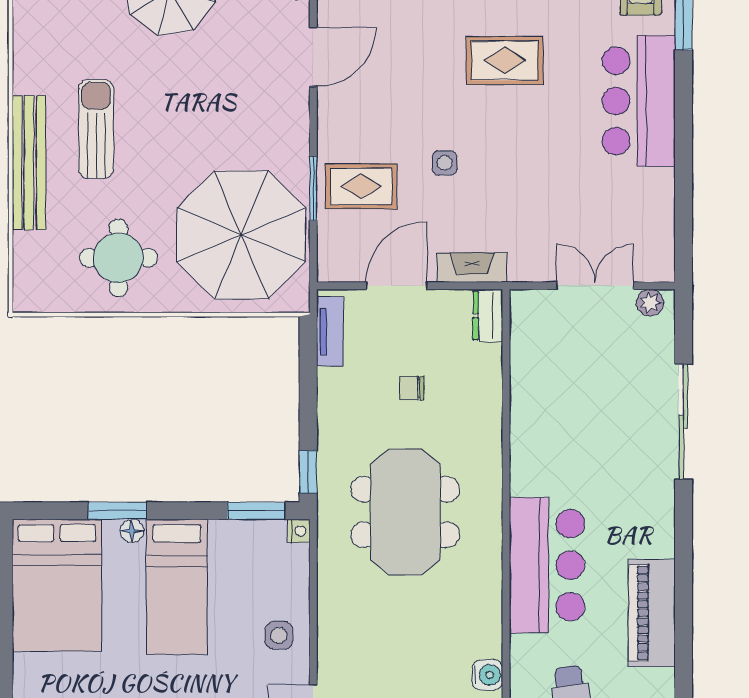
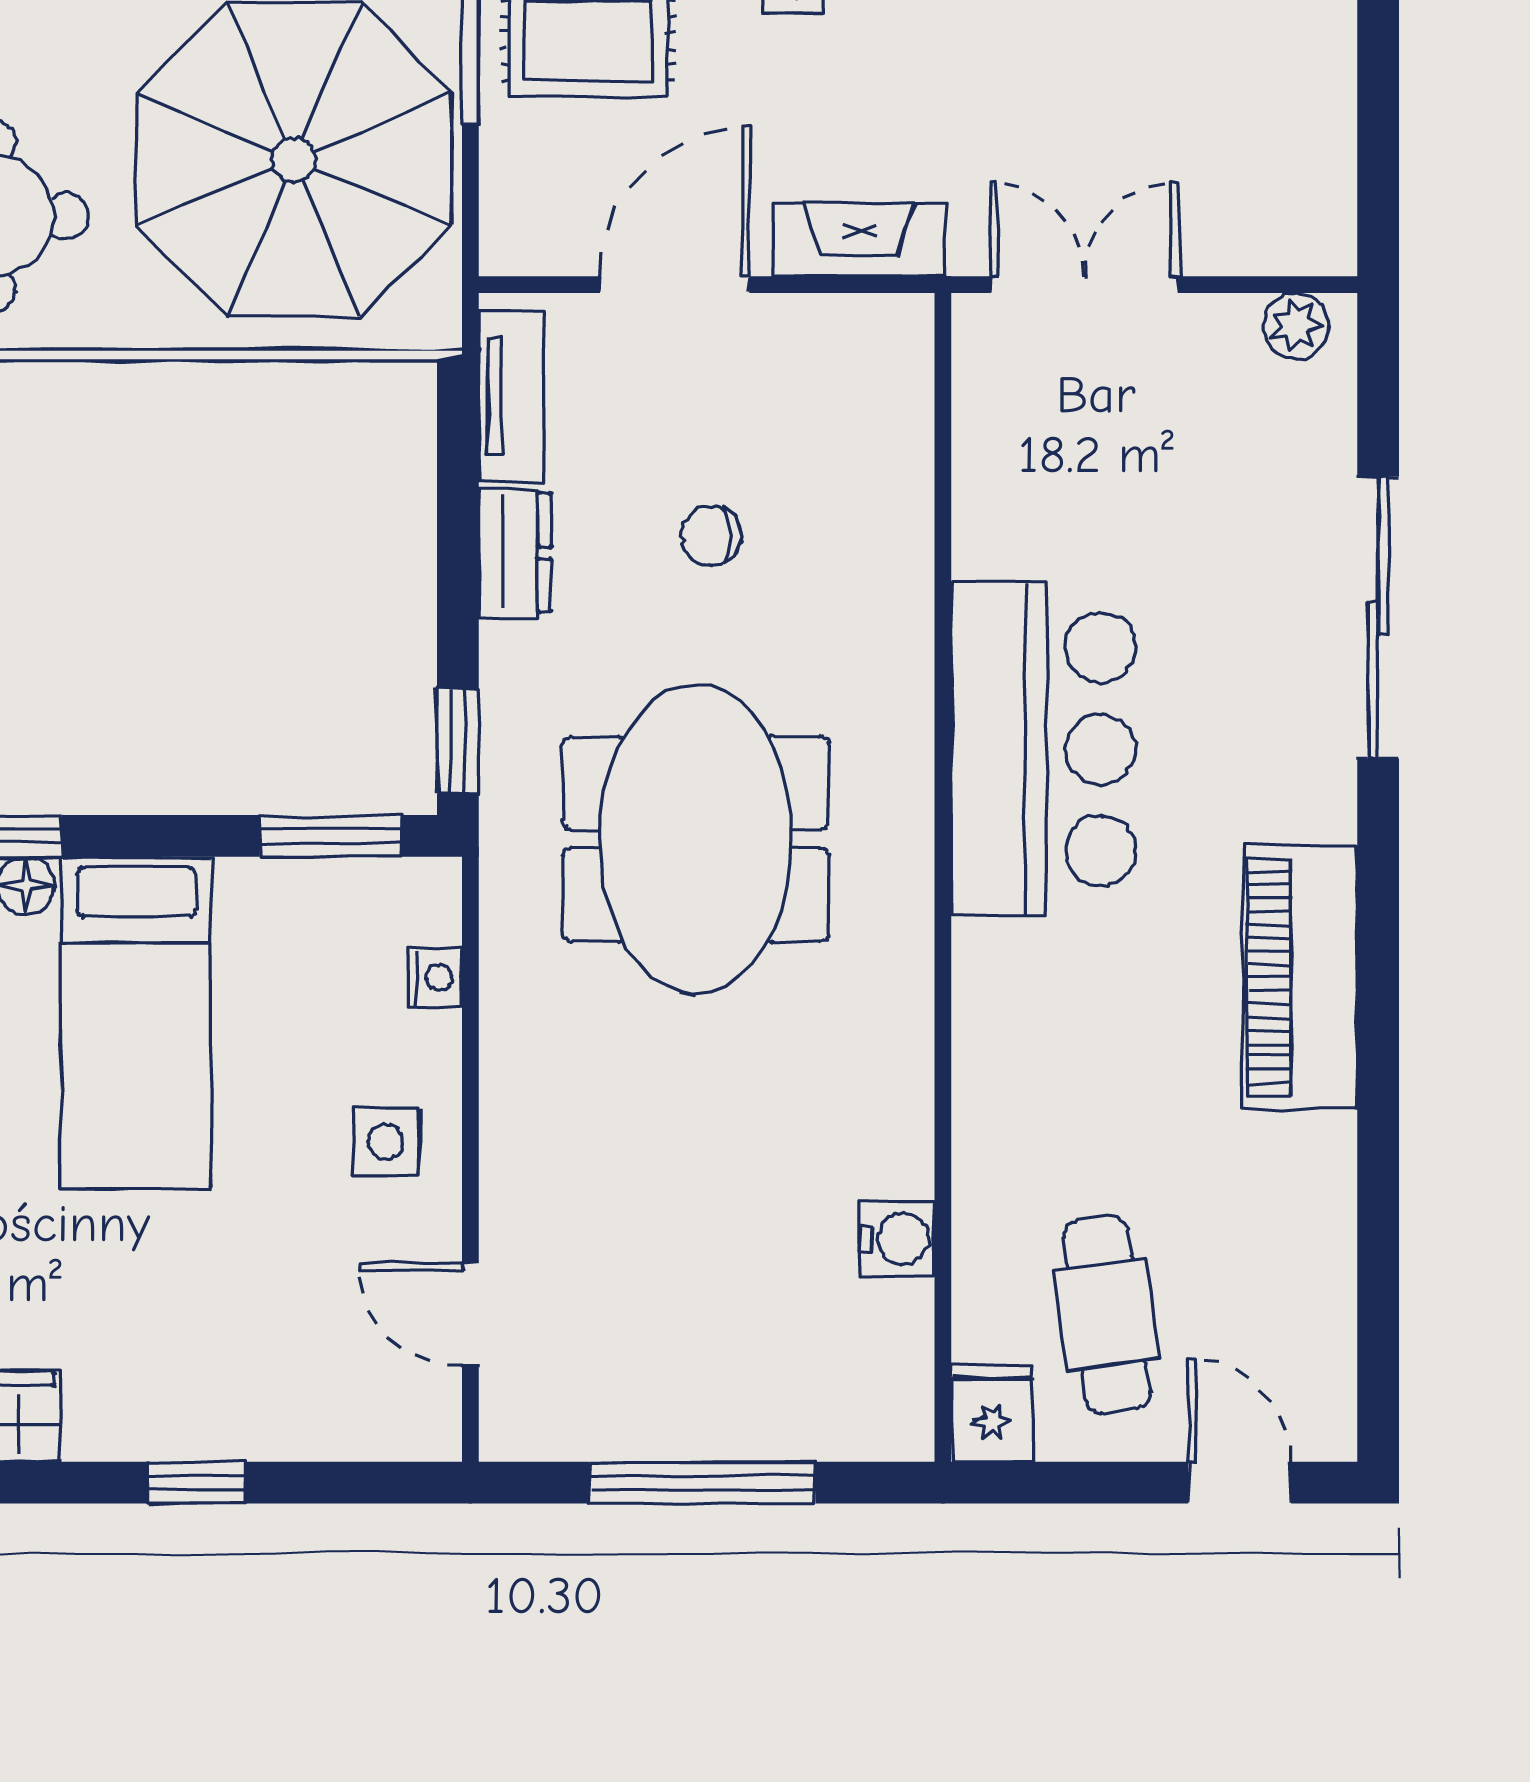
double door: (595, 286) -> (1084, 285), moved
dresser: (488, 316) -> (515, 552), moved, turned 180
nightstand: (299, 531) -> (435, 977), moved
bar counter: (547, 565) -> (1043, 749), moved
piano: (652, 613) -> (1300, 977), moved

